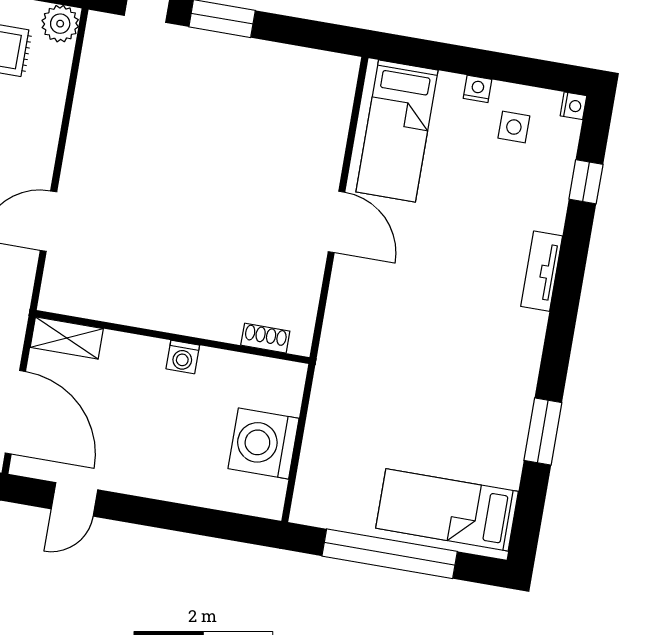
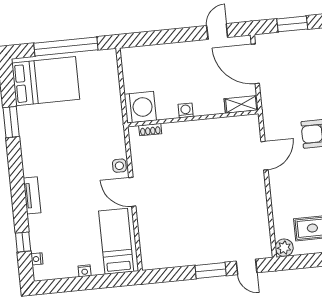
nightstand: (573, 106) -> (37, 259), moved
side table: (514, 127) -> (119, 166), moved
washing machine: (263, 443) -> (140, 107), moved
bed: (447, 510) -> (46, 81), width x1.50

